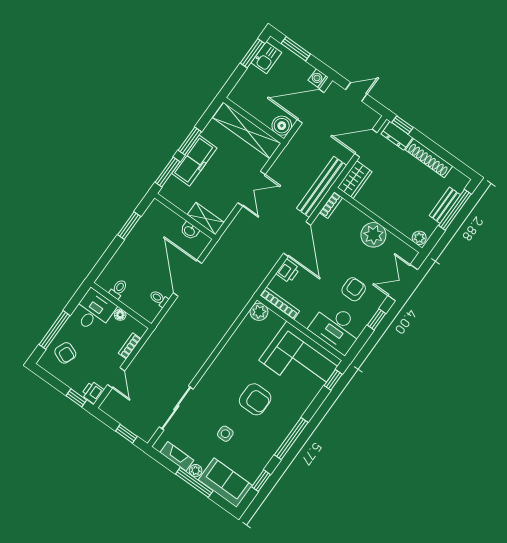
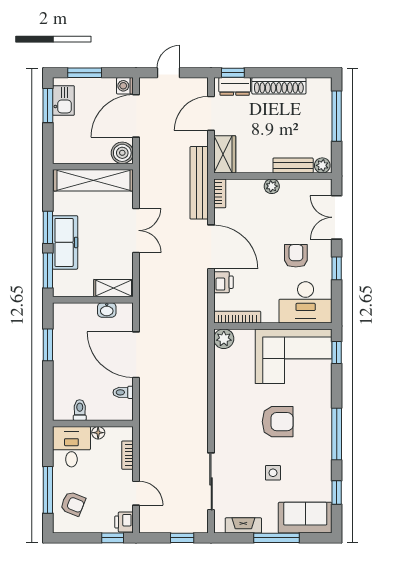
bench: (445, 205) -> (293, 165), moved, turned 90
plant: (373, 235) -> (272, 186), width x0.53, depth x0.53
plant: (196, 471) -> (270, 526), removed

